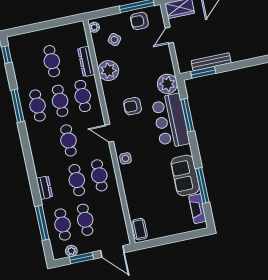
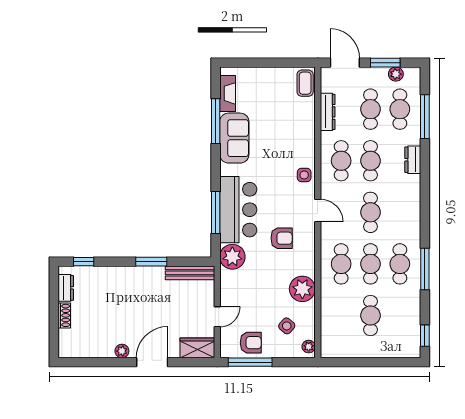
dresser: (86, 61) -> (328, 112), moved
bench: (211, 62) -> (190, 273), moved
window: (203, 72) -> (151, 262), moved

